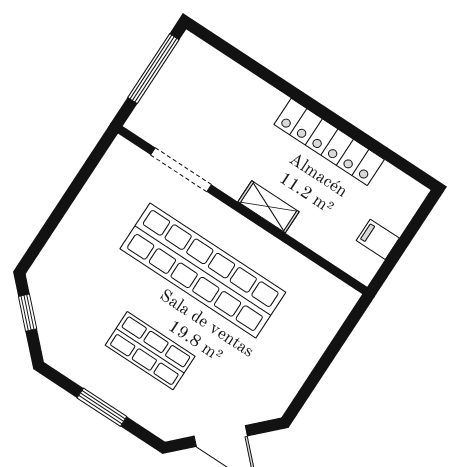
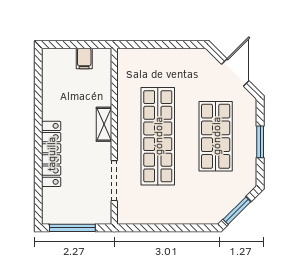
locker: (329, 142) -> (51, 154), moved
window: (28, 313) -> (237, 211), width x1.50
shop shelf: (150, 351) -> (216, 136), width x1.43, depth x1.36

